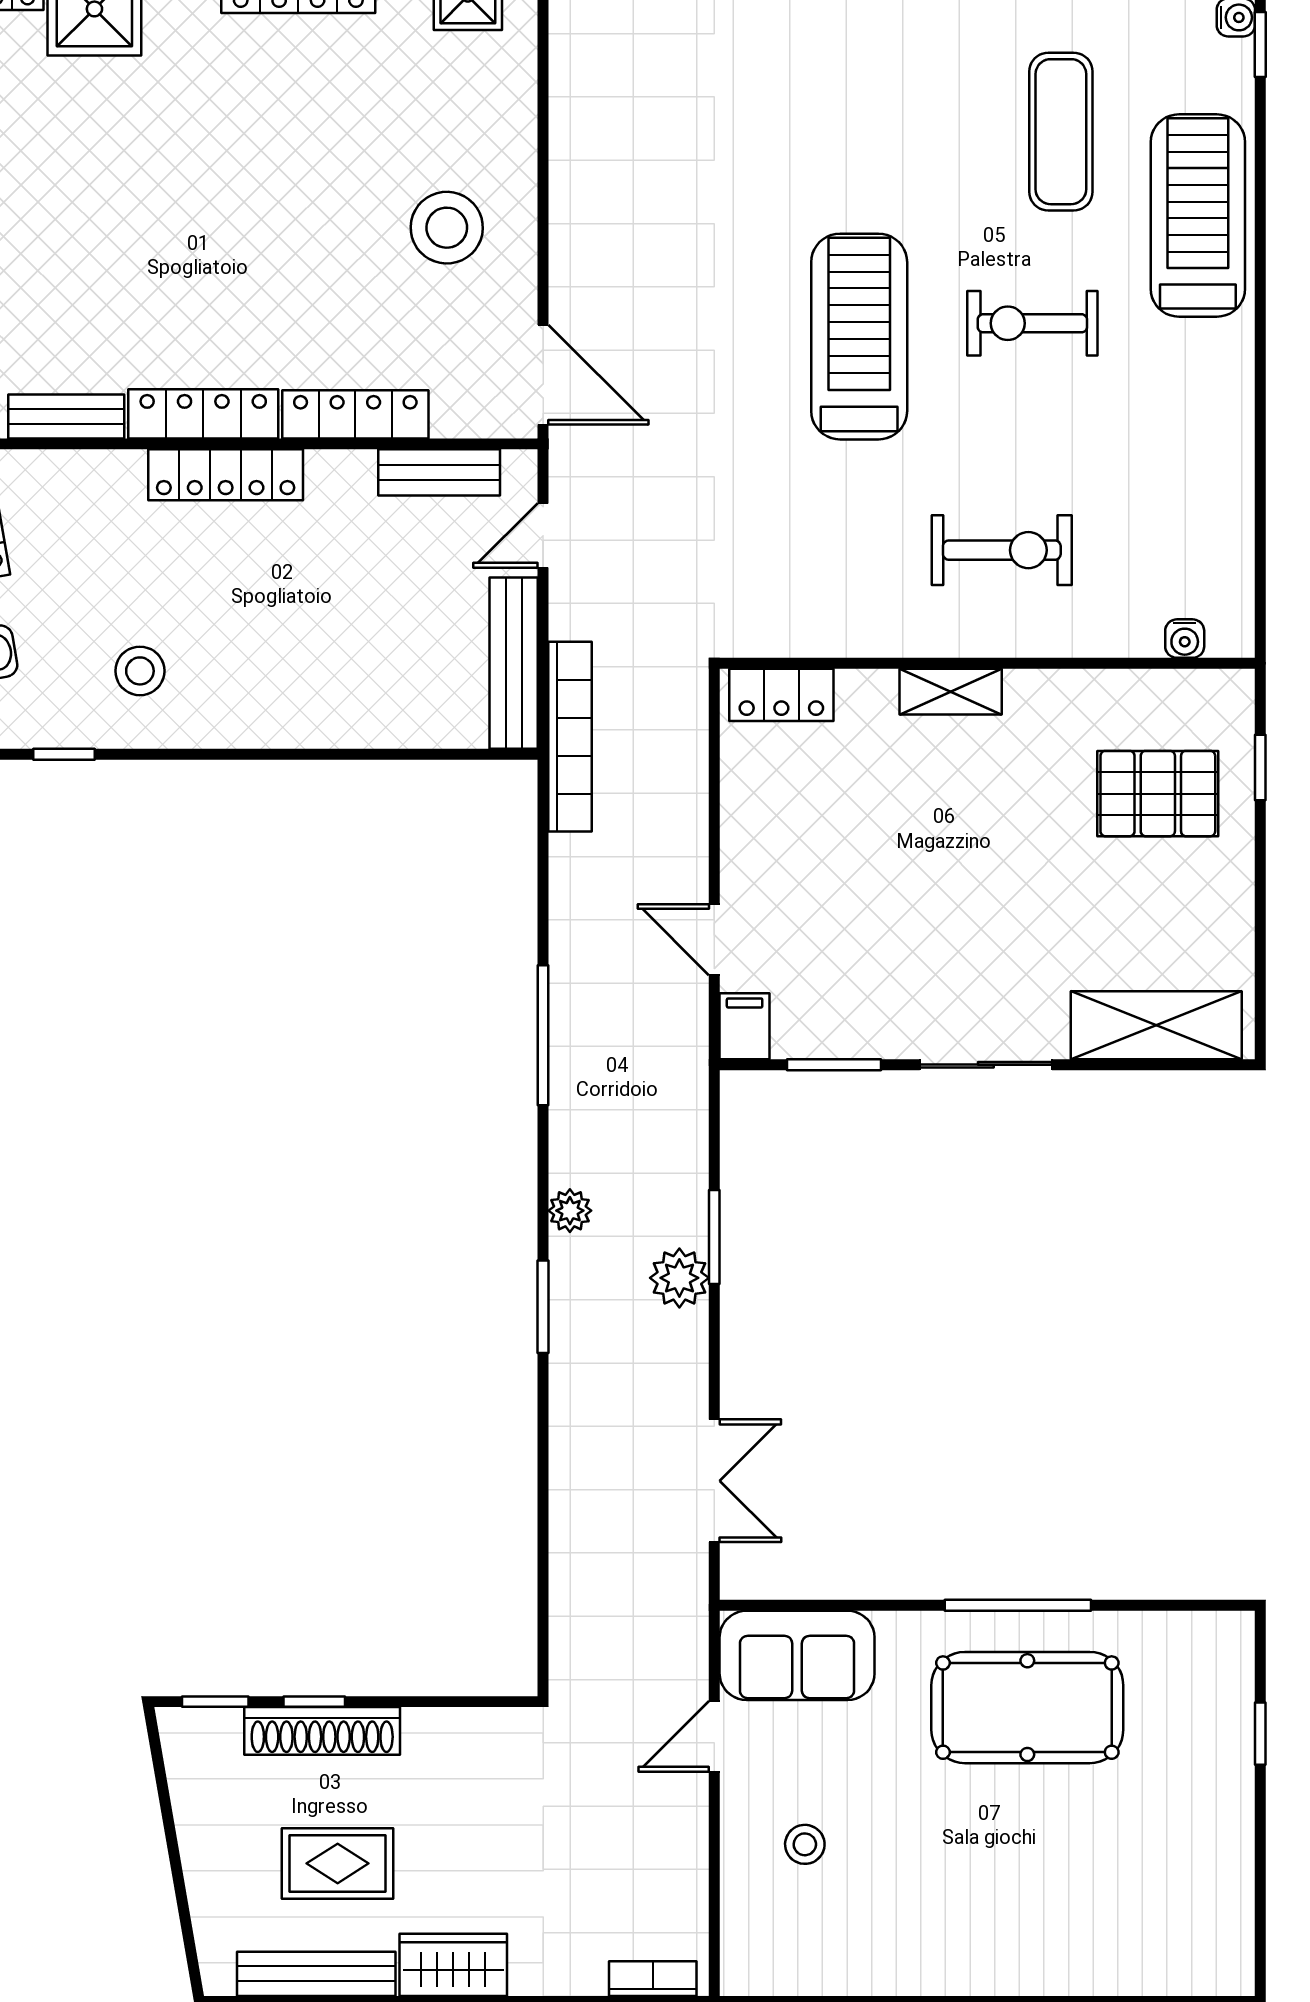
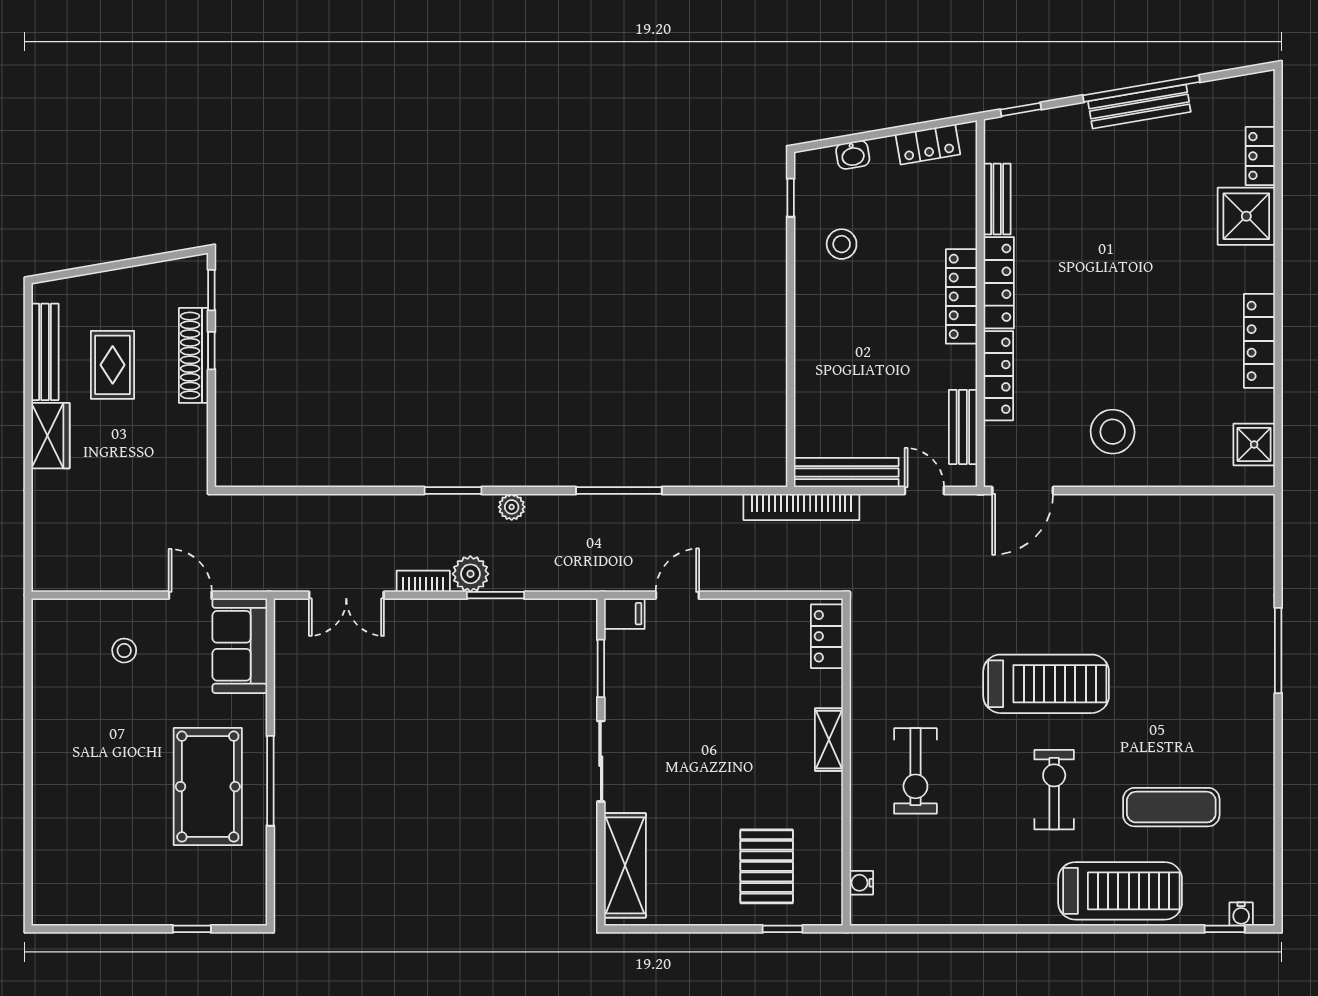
bookcase: (653, 1979) -> (423, 581), moved, turned -90

